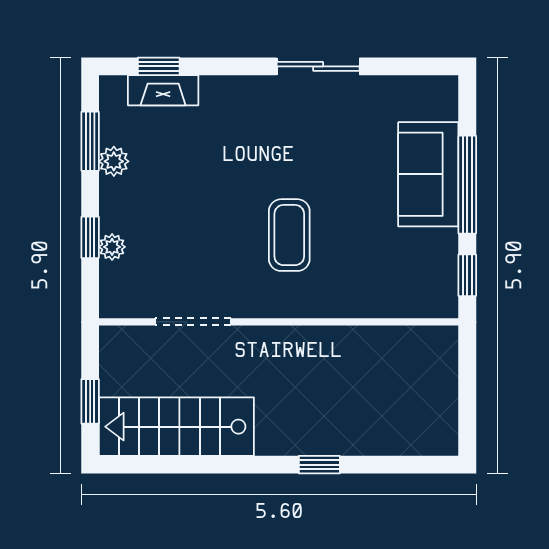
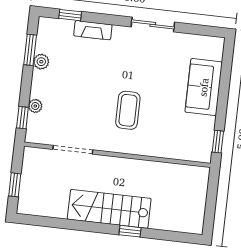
fireplace: (163, 90) -> (93, 30), moved
window: (467, 185) -> (223, 95), removed
window: (90, 237) -> (22, 118), moved
stairs: (176, 427) -> (109, 209), moved

